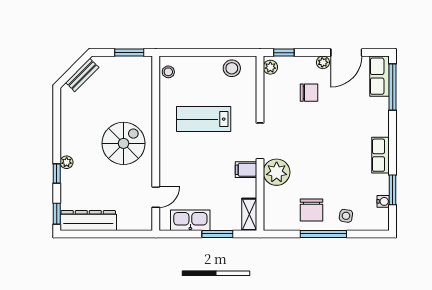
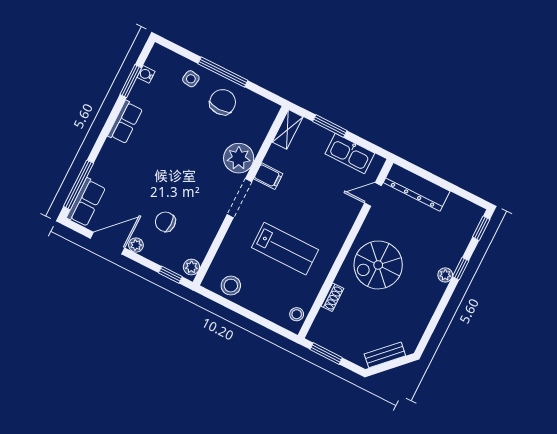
shoe rack: (147, 100) -> (332, 297), added
dresser: (88, 221) -> (417, 187), moved

